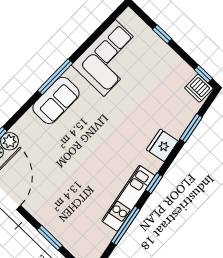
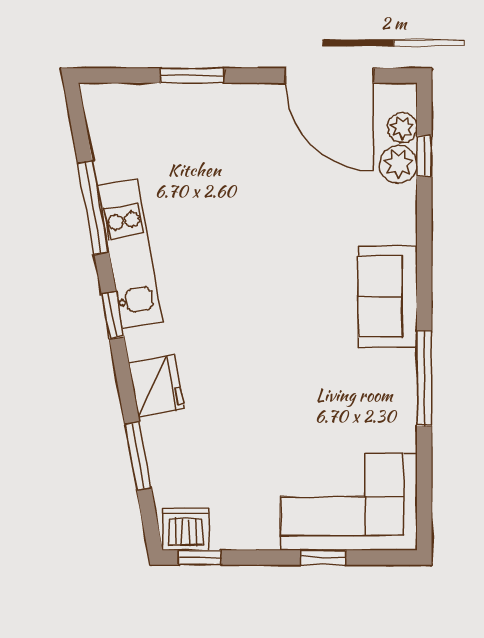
corner sofa: (110, 58) -> (349, 502), moved, turned 90
window: (55, 77) -> (424, 378), moved

